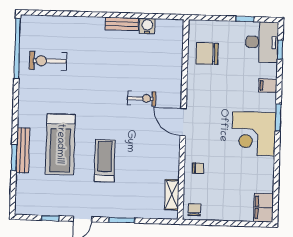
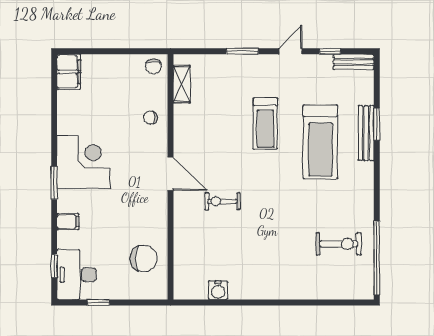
bench: (122, 24) -> (354, 62), moved
treadmill: (60, 144) -> (320, 142), turned 180

